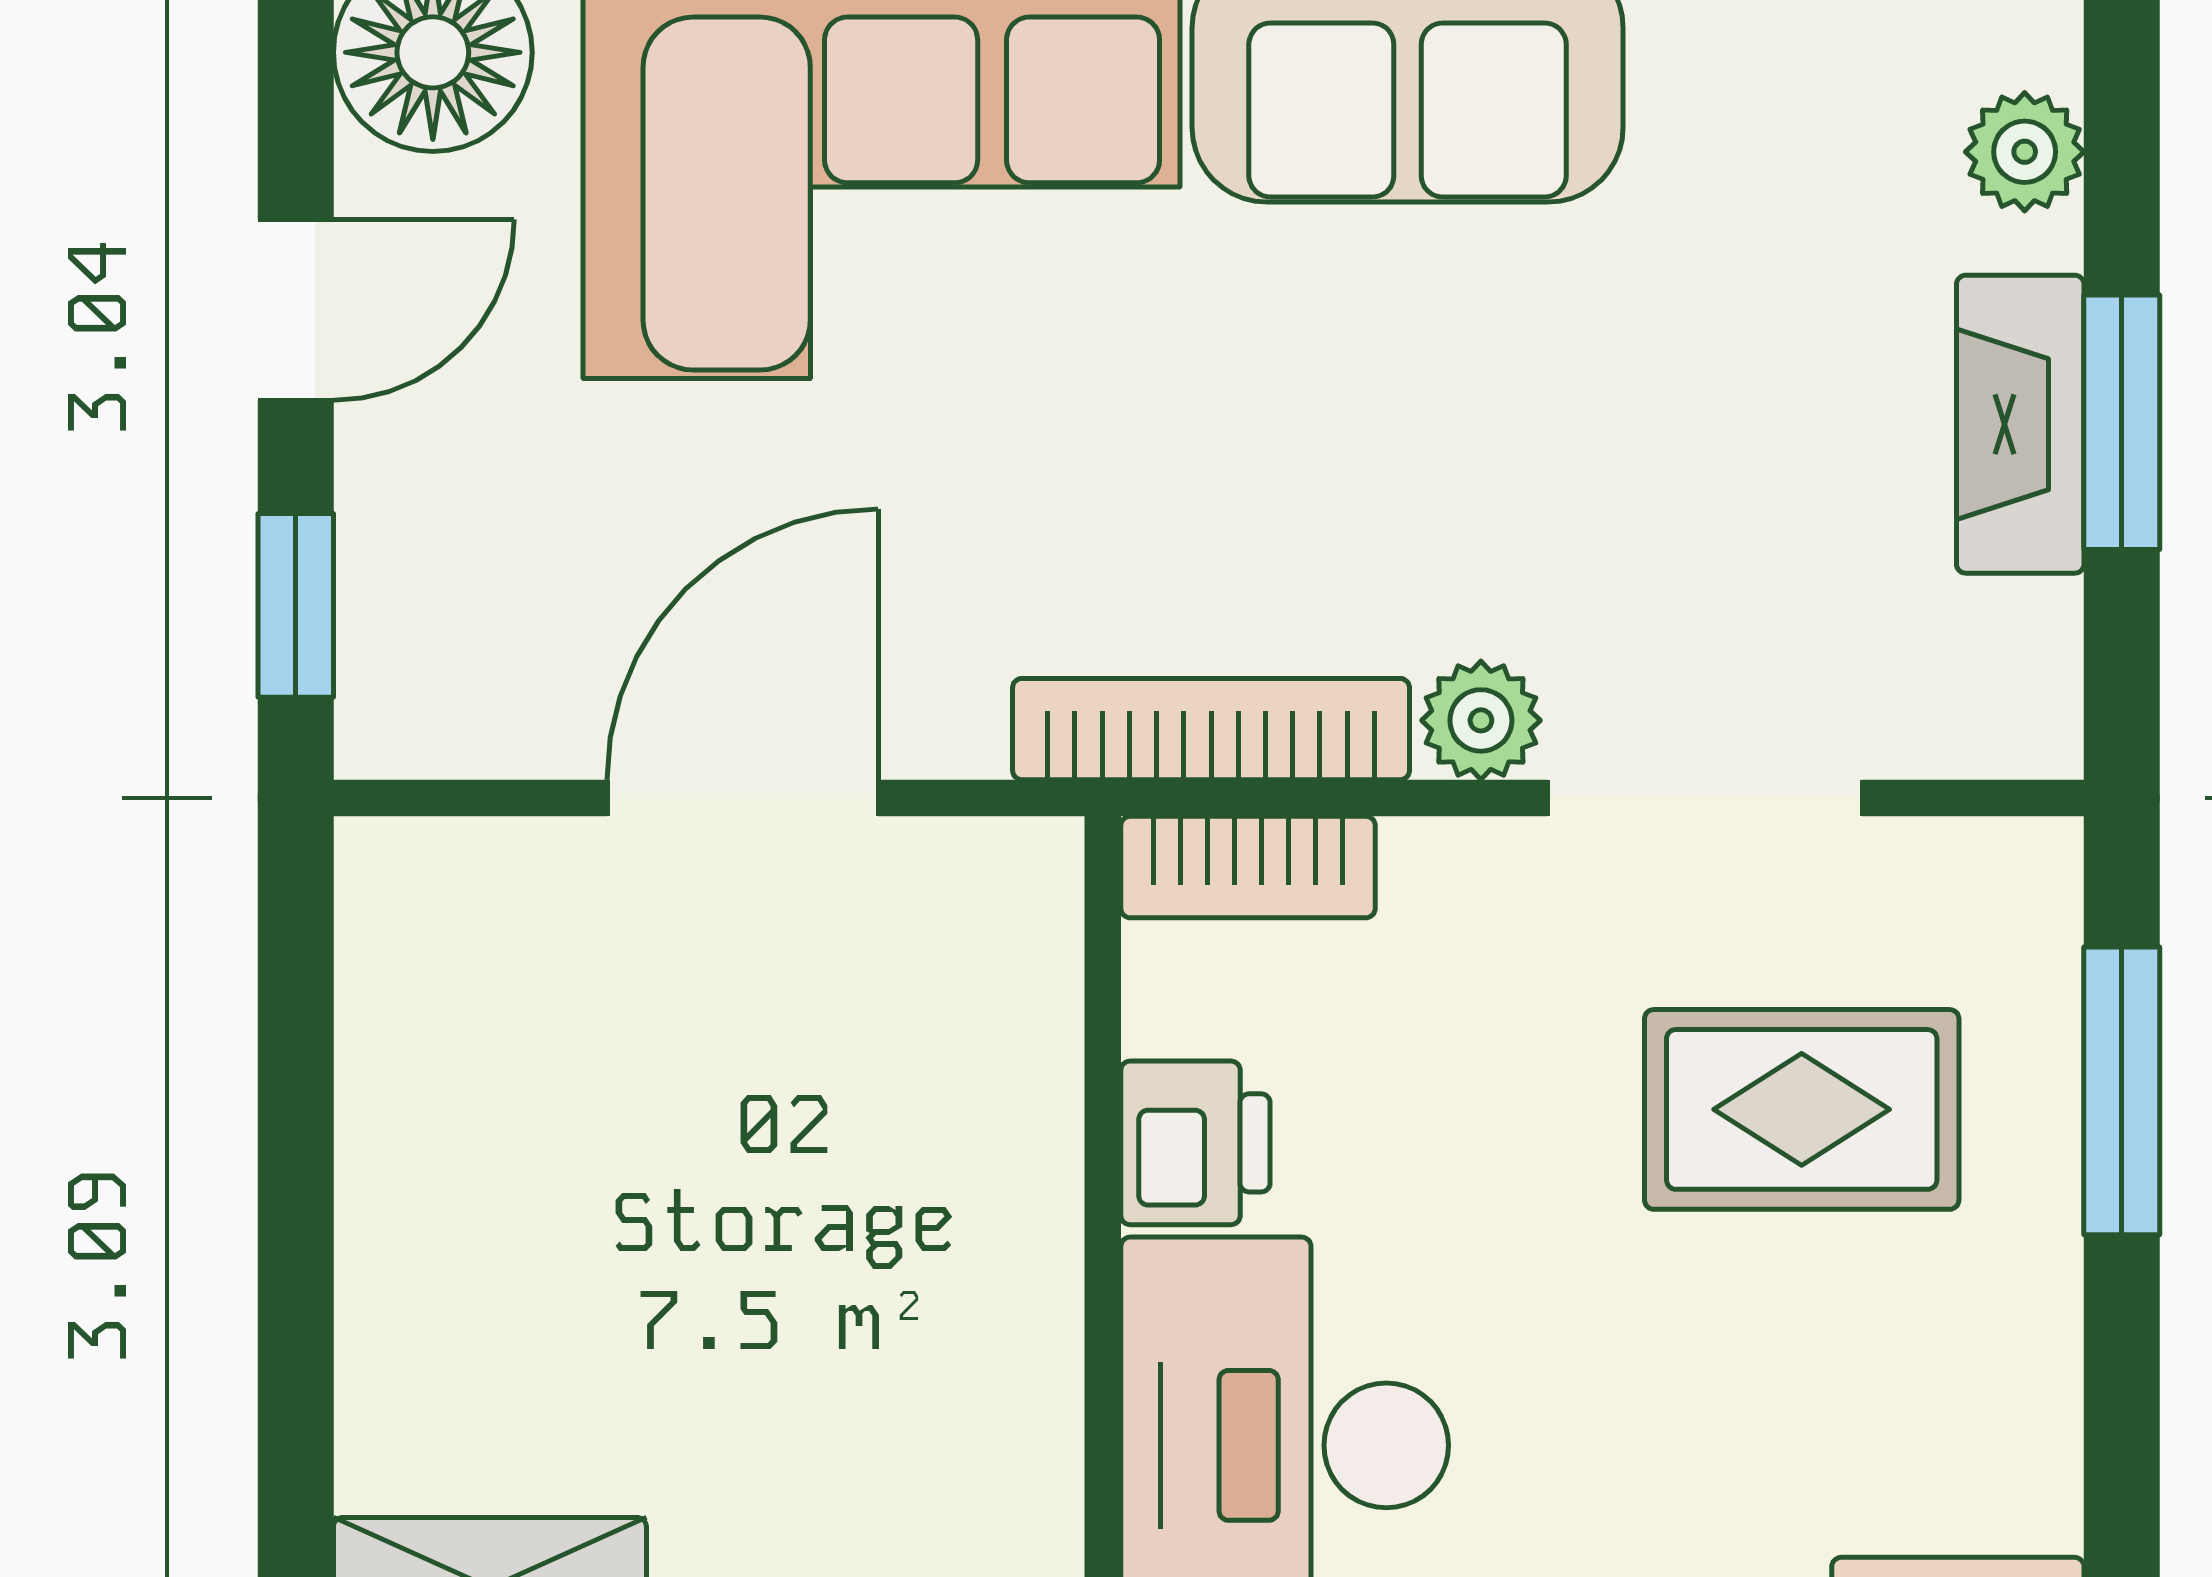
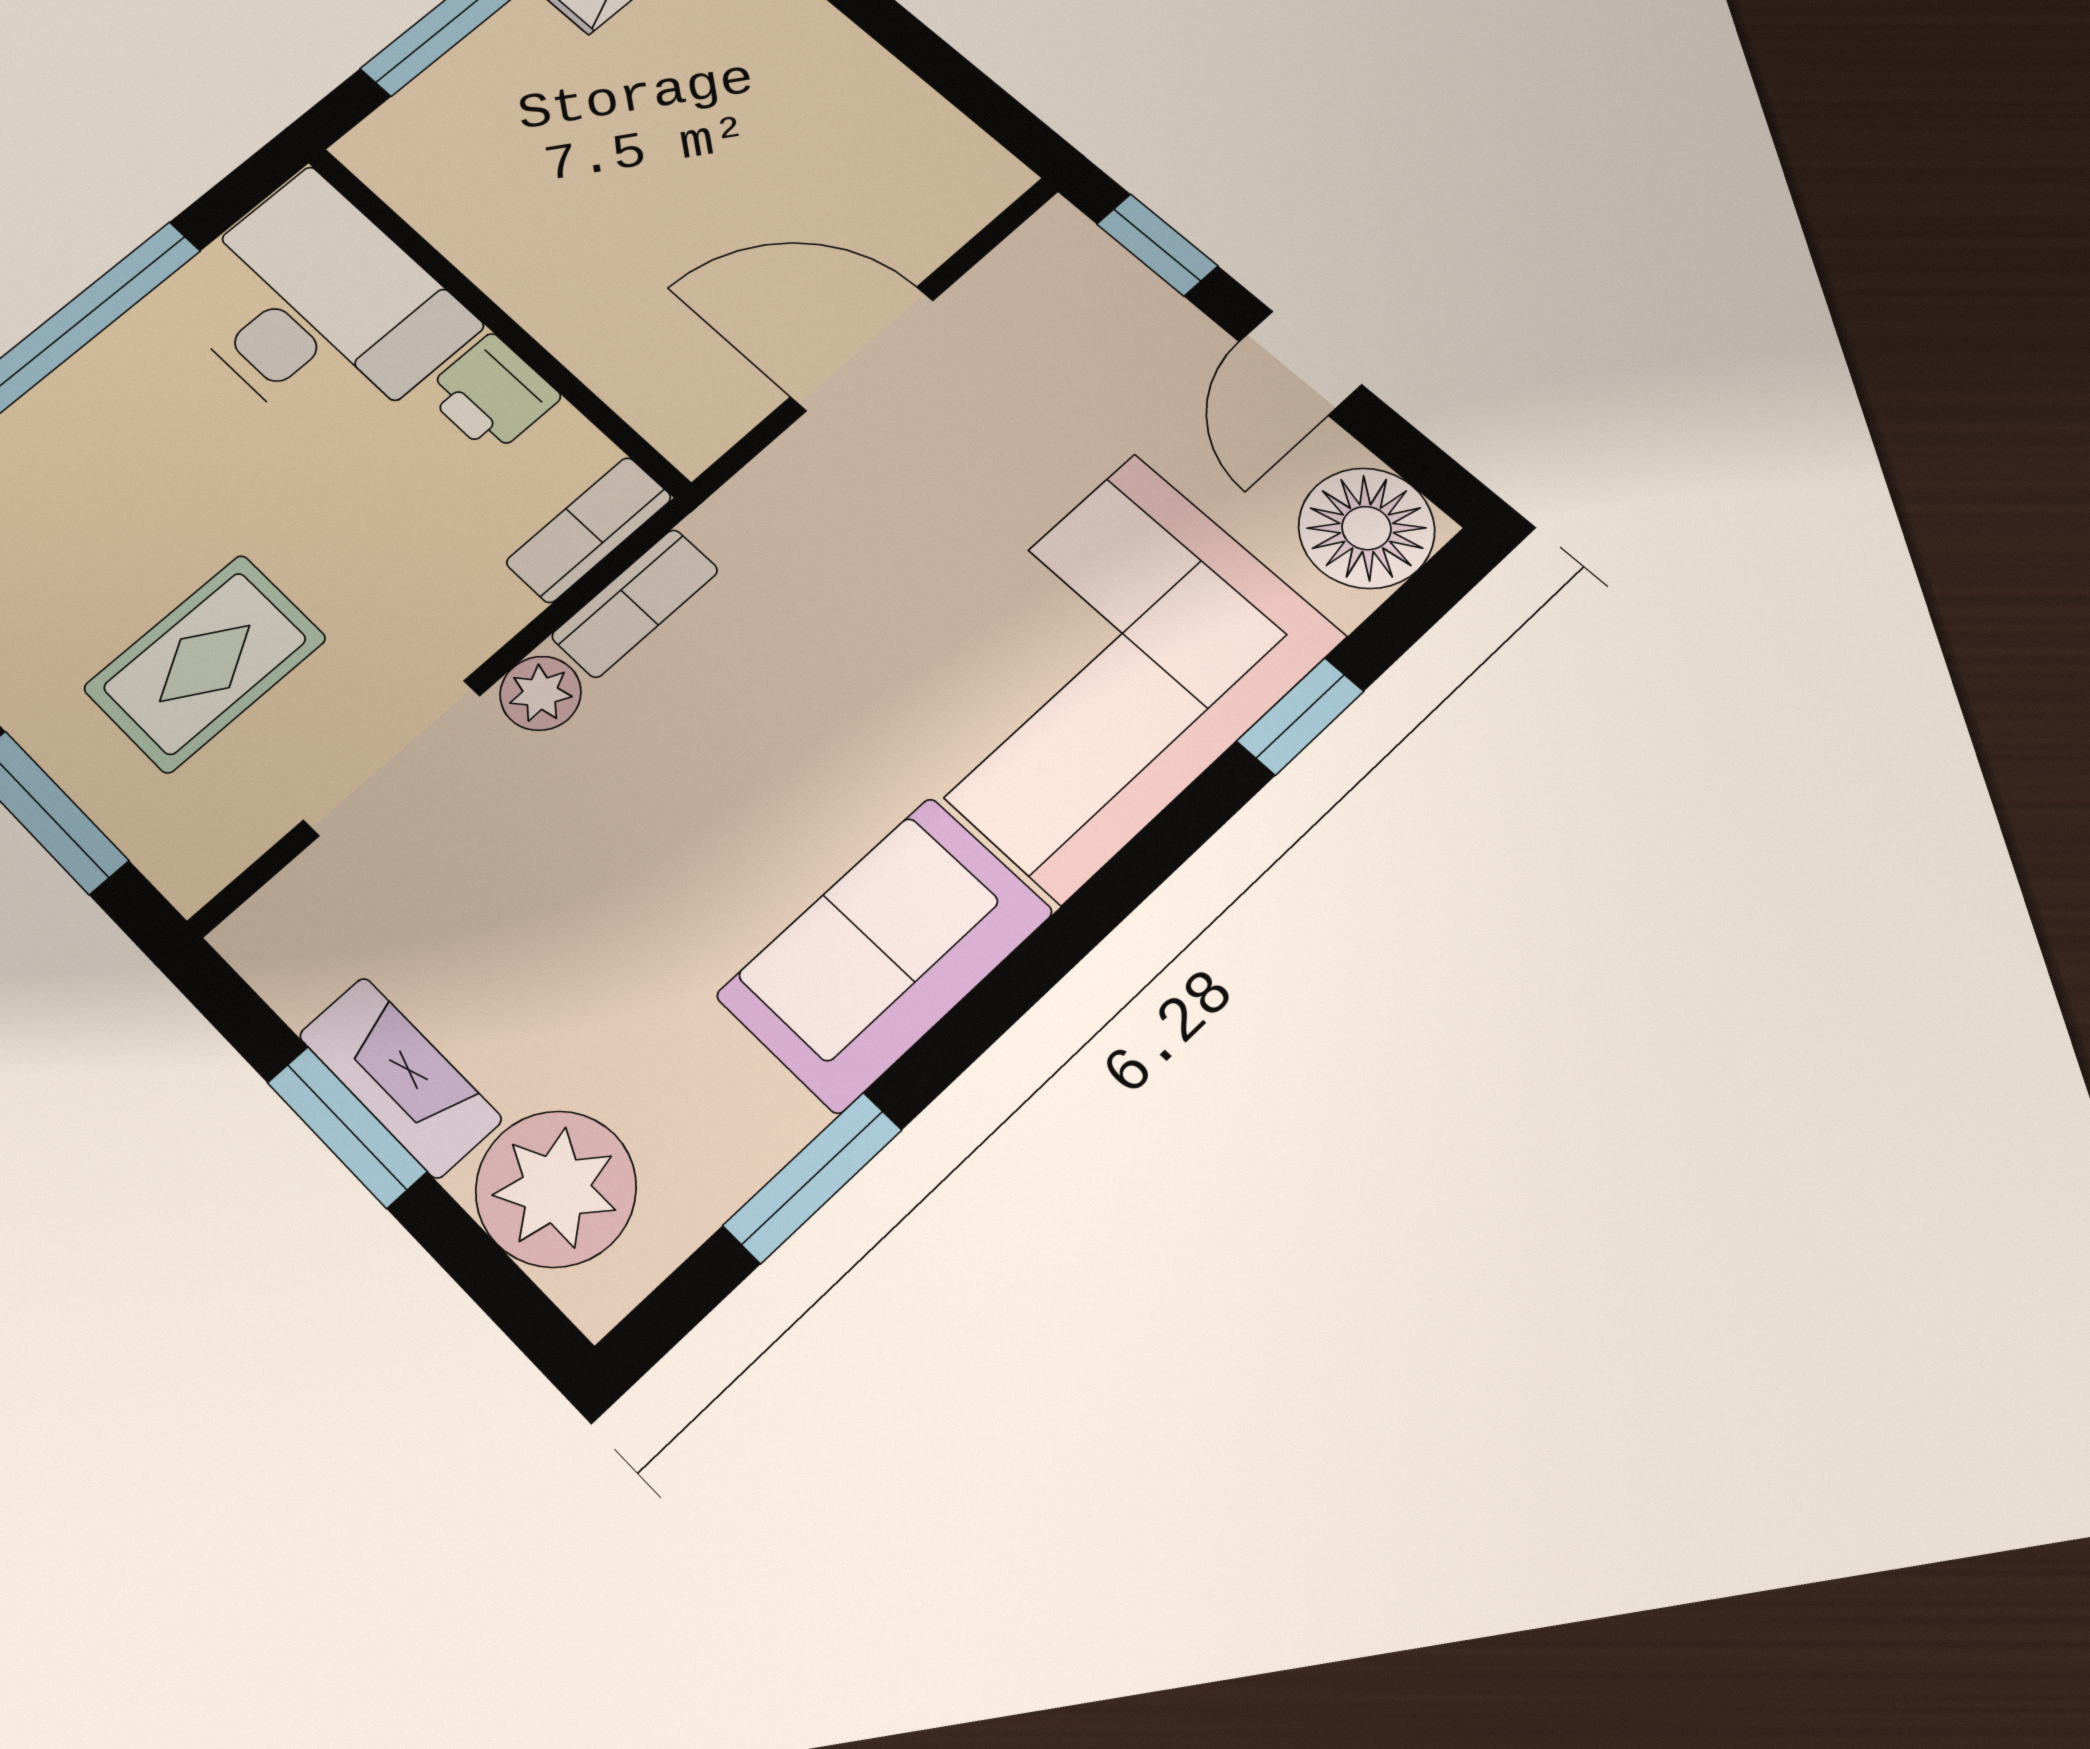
plant: (2025, 152) -> (556, 1189), width x1.88, depth x1.88
bookcase: (1211, 729) -> (635, 603), width x0.64
door: (743, 798) -> (862, 349), swing flipped

